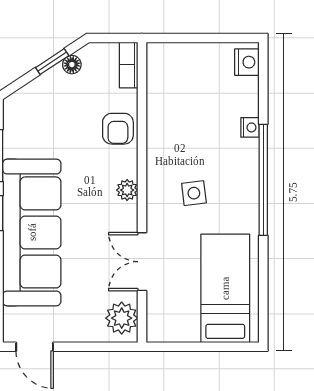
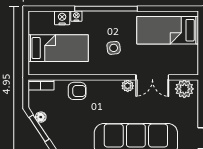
window: (52, 62) -> (39, 128), width x1.50
nightstand: (247, 62) -> (62, 18), moved
bed: (194, 95) -> (58, 48), added
plant: (127, 190) -> (128, 86), moved

